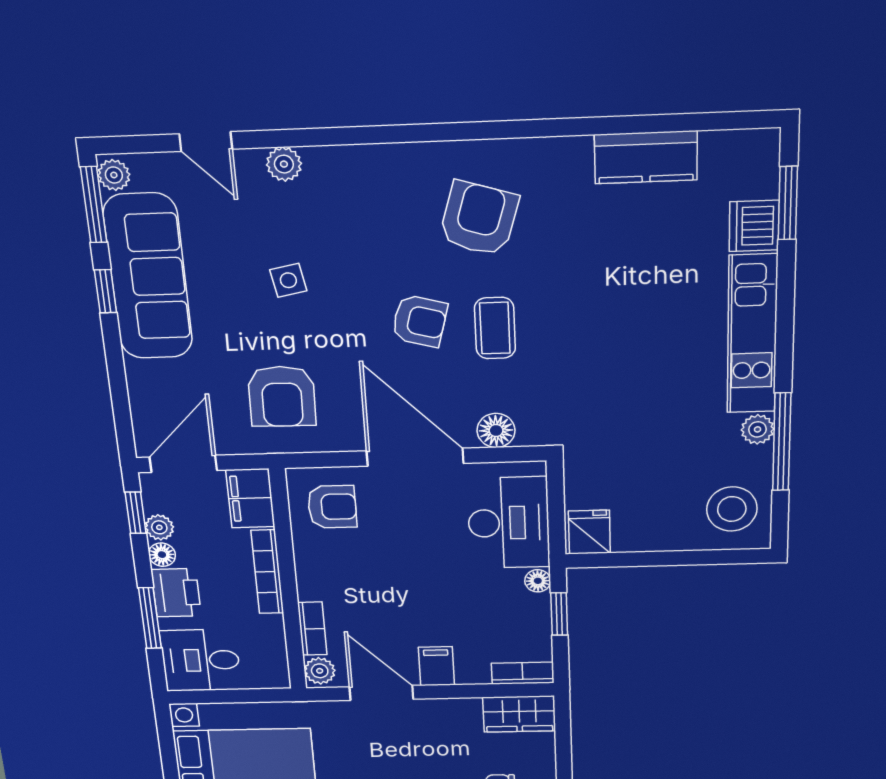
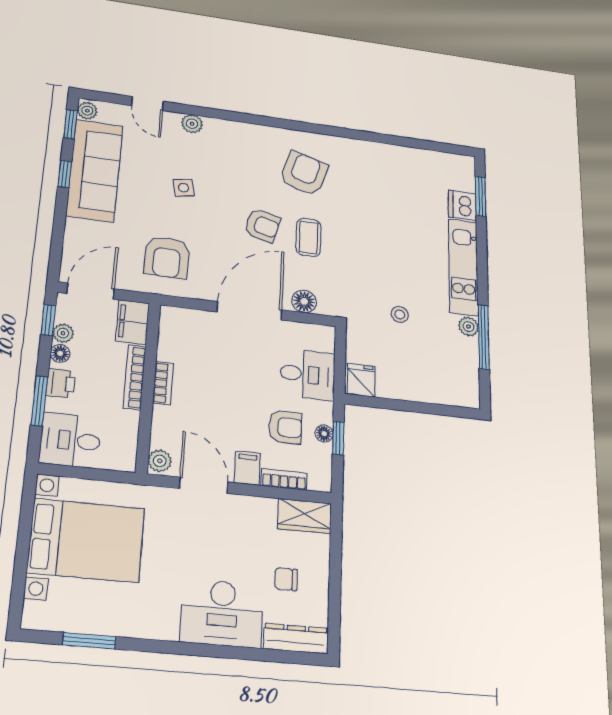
kitchen counter: (646, 157) -> (401, 158), removed
window: (94, 205) -> (70, 124), width x0.67
door: (415, 457) -> (249, 311), hinge flipped
armchair: (332, 507) -> (285, 427), moved
stool: (732, 509) -> (400, 314), moved, width x0.53, depth x0.53
desk: (509, 523) -> (308, 374), width x0.73
floor lamp: (538, 581) -> (324, 434), moved
printer: (176, 593) -> (61, 383), width x0.73, depth x0.81
bookcase: (312, 629) -> (163, 383), moved
bookcase: (523, 673) -> (284, 479), moved

